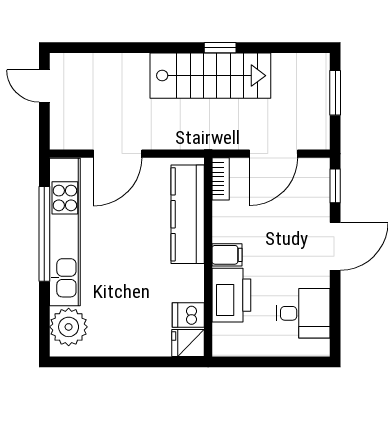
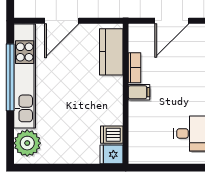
bookcase: (221, 179) -> (134, 68), moved
kitchen counter: (188, 214) -> (111, 52), width x0.67
printer: (231, 295) -> (142, 121), removed

